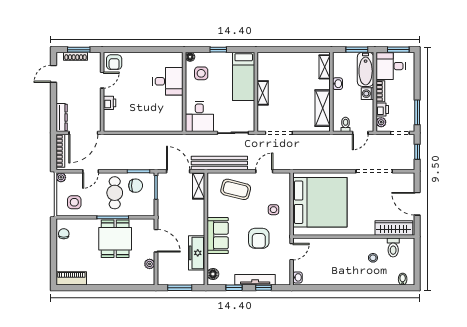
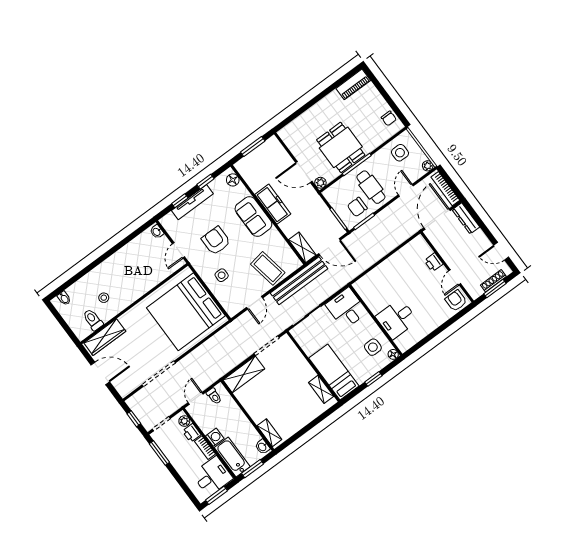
door: (54, 74) -> (501, 251), swing flipped
washbasin: (338, 84) -> (262, 447), moved
shelving: (263, 93) -> (321, 389), moved
shelving: (323, 108) -> (244, 374), moved, turned 90
coffee table: (236, 189) -> (268, 268), turned 66
freezer: (197, 253) -> (273, 204), moved
plant: (150, 264) -> (320, 183), moved

